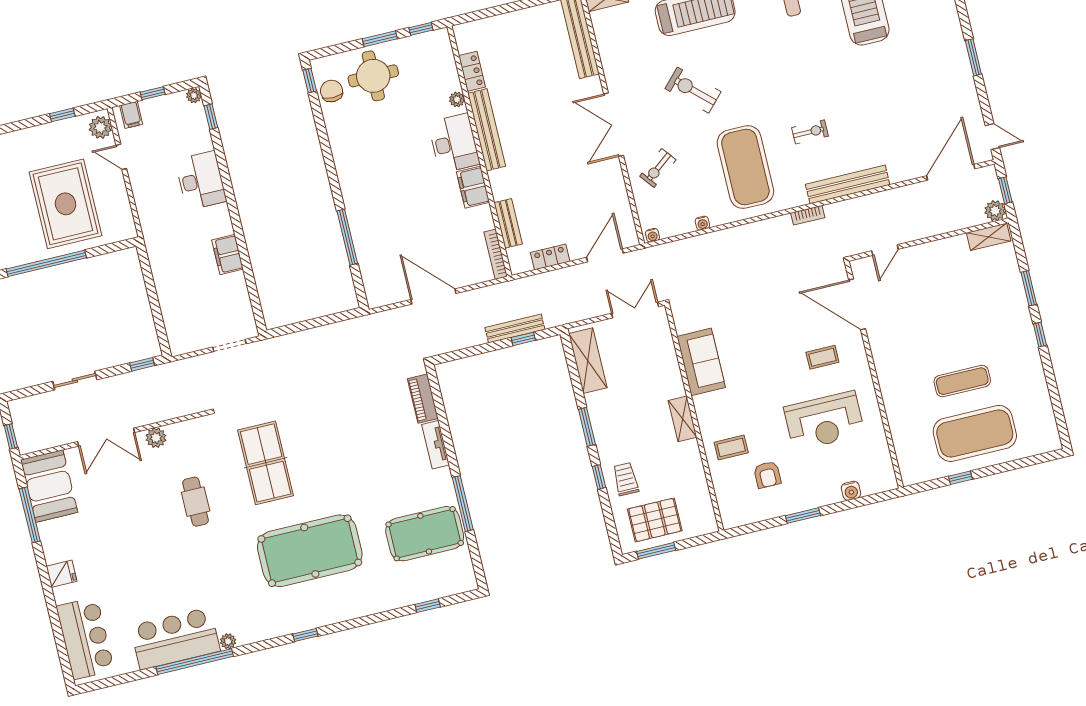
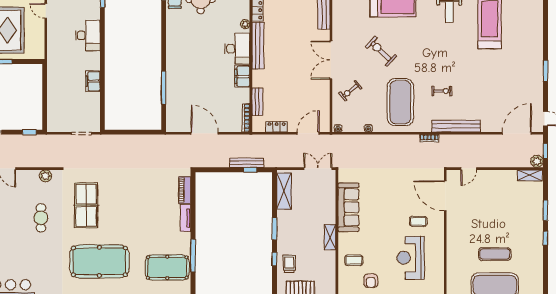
sofa: (701, 362) -> (348, 207), width x1.36
reception desk: (824, 421) -> (411, 258), turned 90
plant: (156, 438) -> (45, 176), moved

